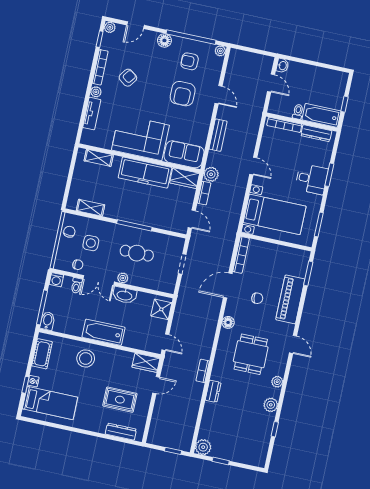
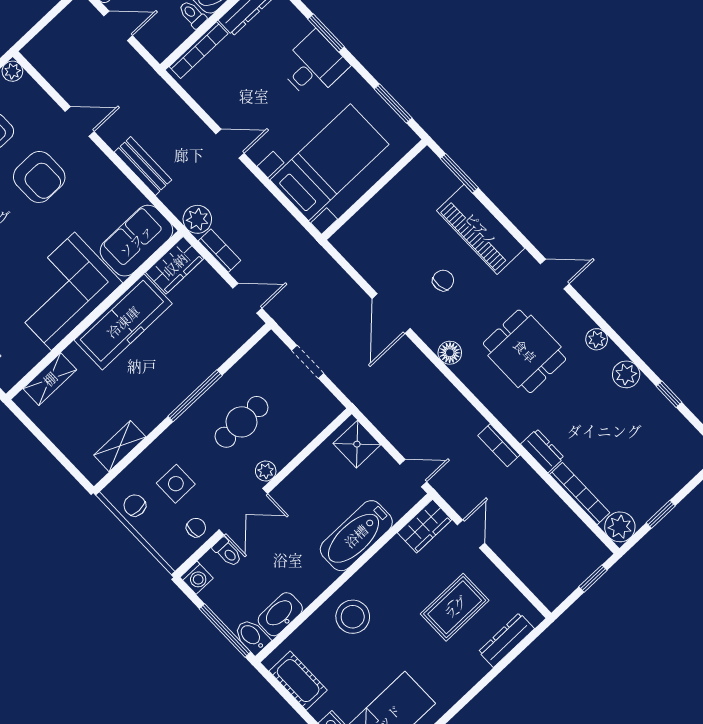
bookcase: (241, 255) -> (580, 494), moved
washbasin: (125, 295) -> (280, 614), moved, turned 180
bathtub: (104, 332) -> (356, 536), moved

